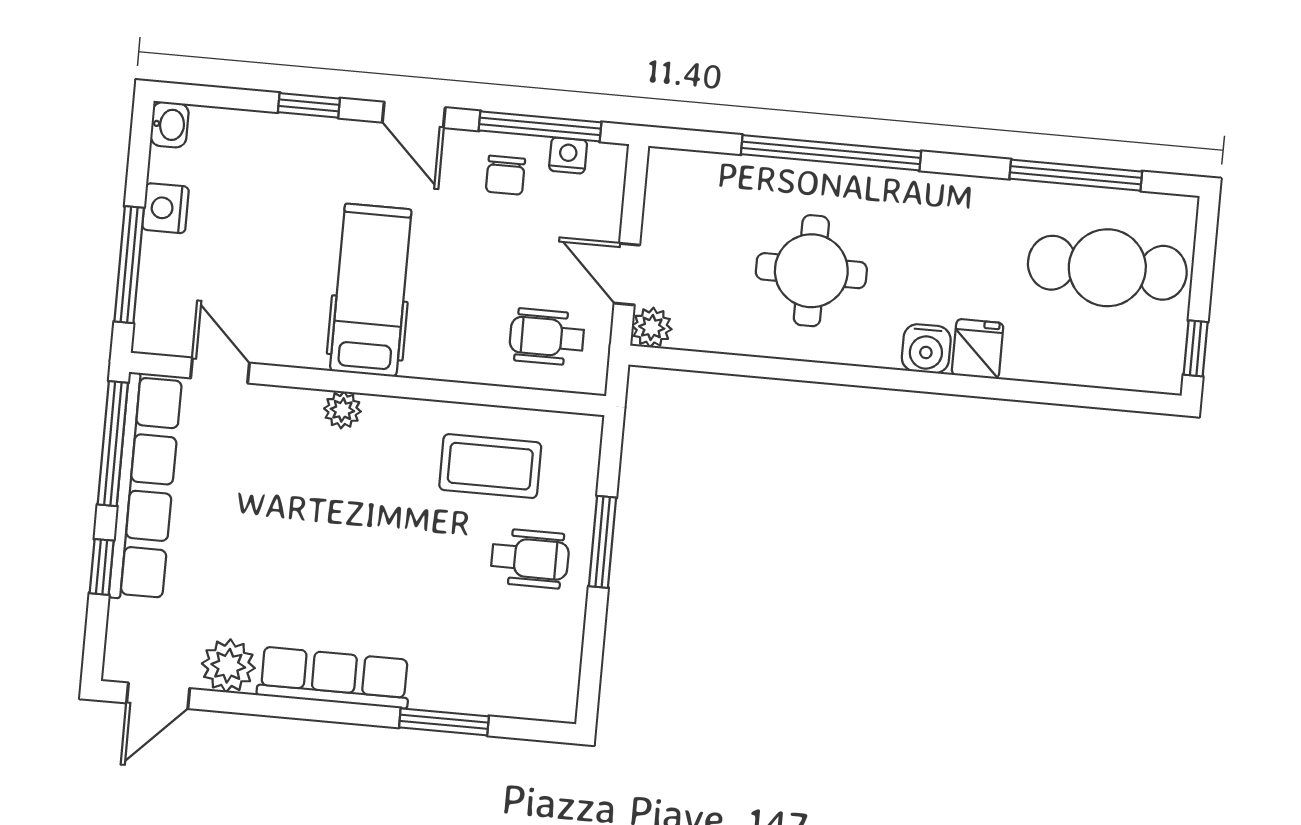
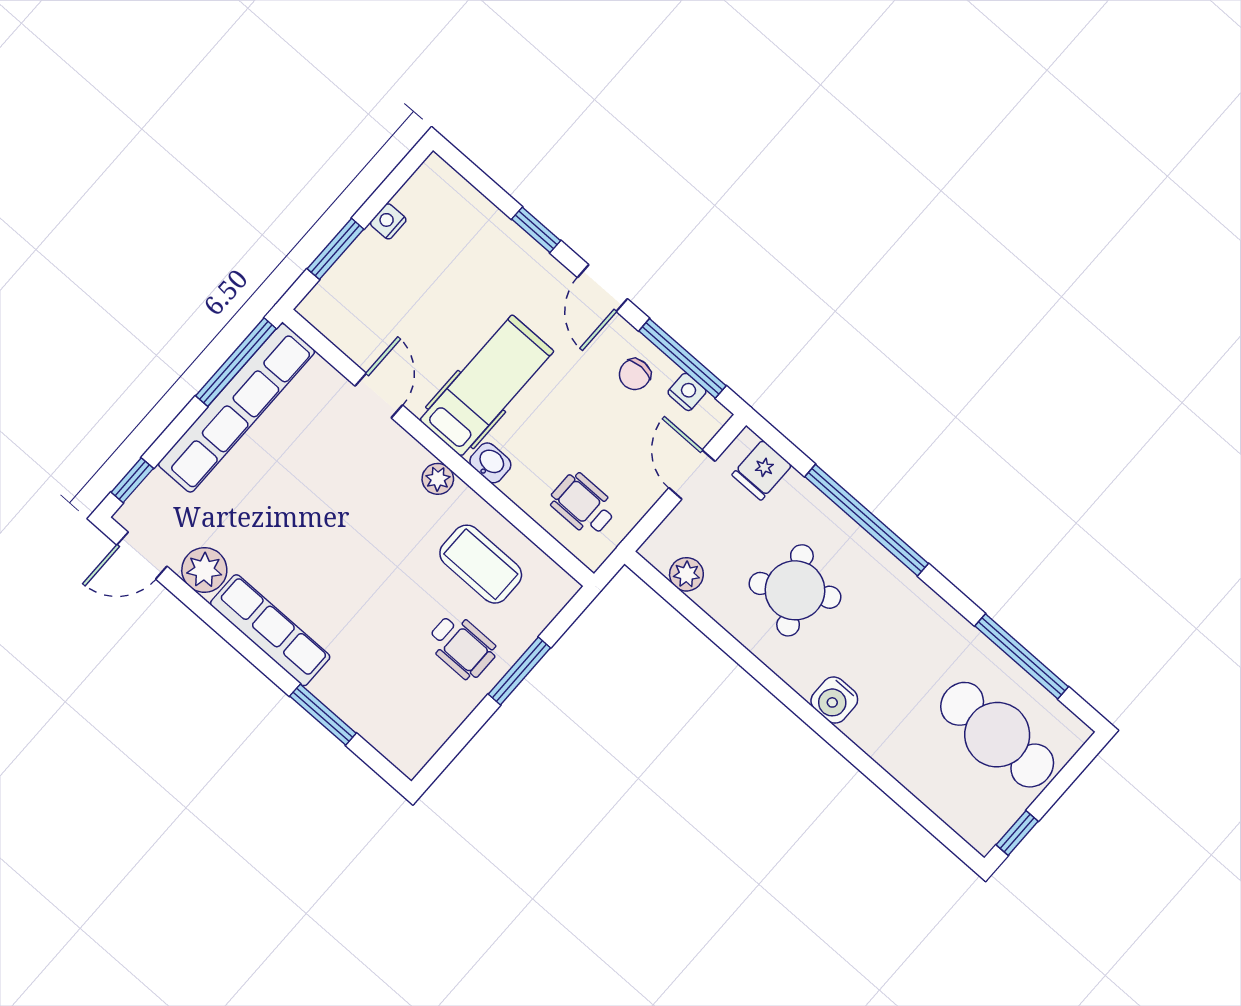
washbasin: (170, 125) -> (490, 463), moved, turned -90
nightstand: (166, 208) -> (388, 221), width x0.72, depth x0.74
window: (129, 265) -> (335, 249), width x0.69
round table: (811, 271) -> (795, 590), turned -30
door: (627, 274) -> (692, 475), moved
plant: (652, 327) -> (686, 574), moved
fridge: (978, 349) -> (762, 470), moved, turned 180
door: (220, 371) -> (379, 396), moved
plant: (342, 410) -> (438, 479), moved
window: (102, 567) -> (132, 480), moved

